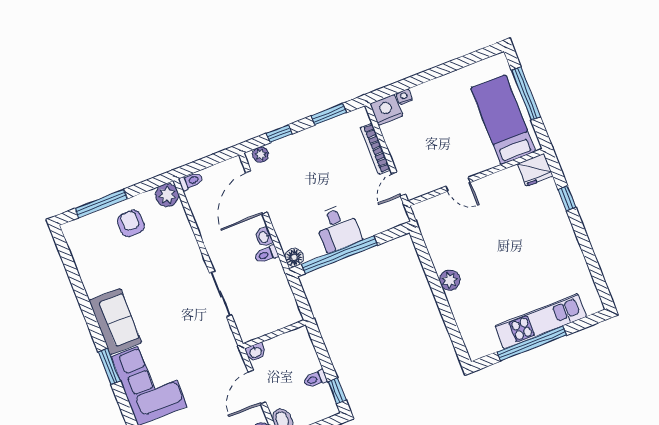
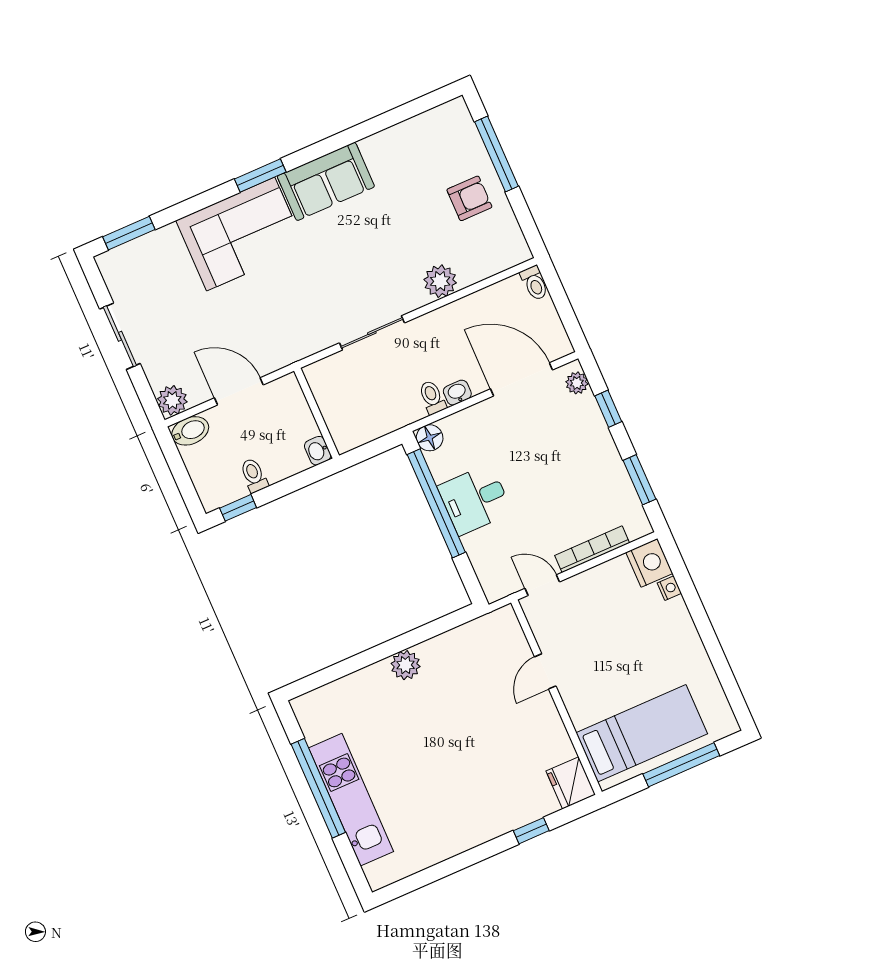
plant: (167, 195) -> (440, 281), moved
washbasin: (256, 352) -> (318, 451), moved

